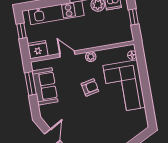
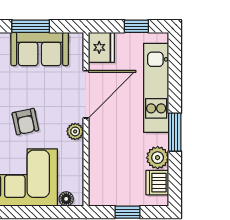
door: (67, 54) -> (86, 94), width x1.88
window: (31, 84) -> (31, 26), moved

